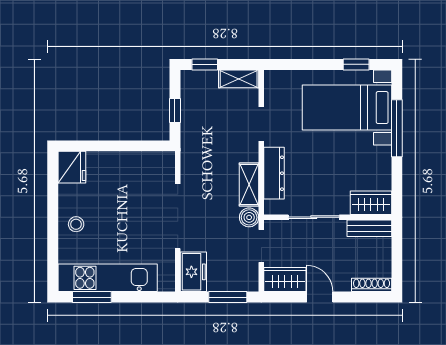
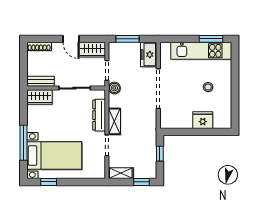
fridge: (72, 167) -> (203, 120), moved, turned 90
shelving: (249, 184) -> (114, 121), moved
stool: (76, 224) -> (208, 87), moved

